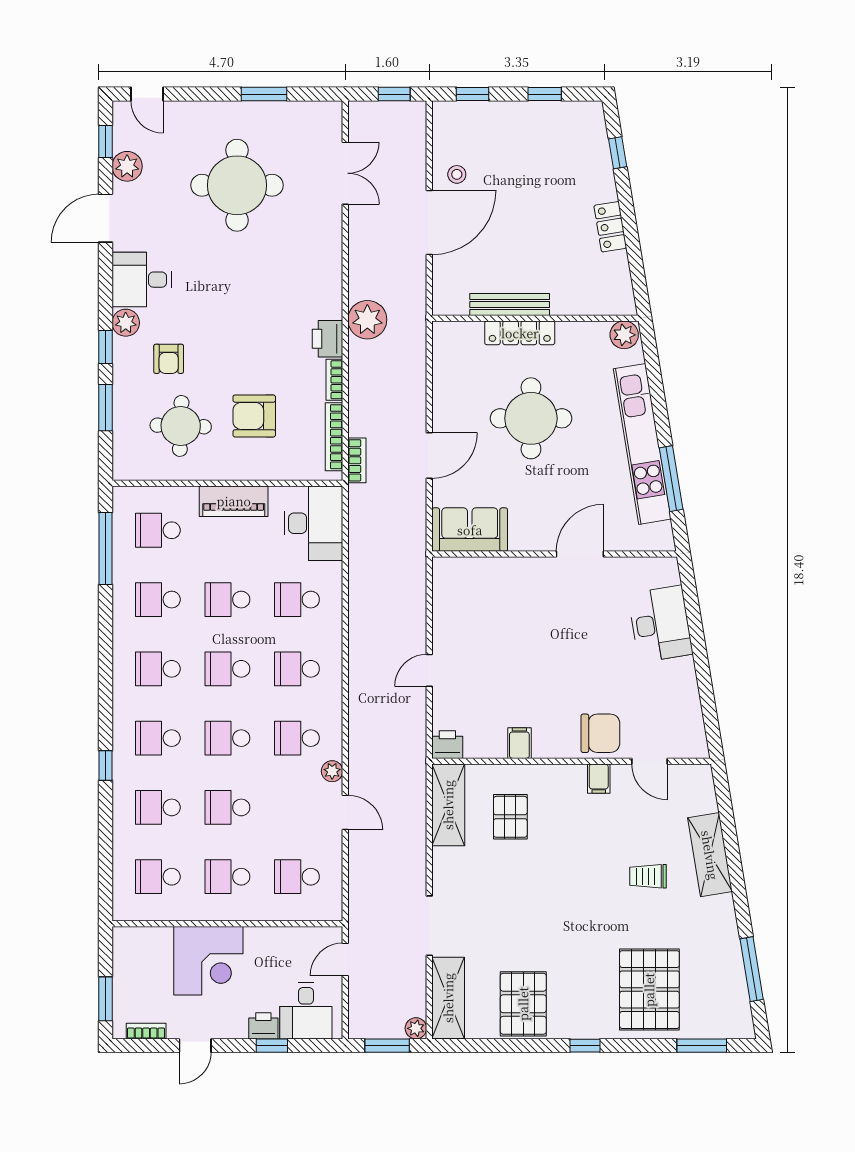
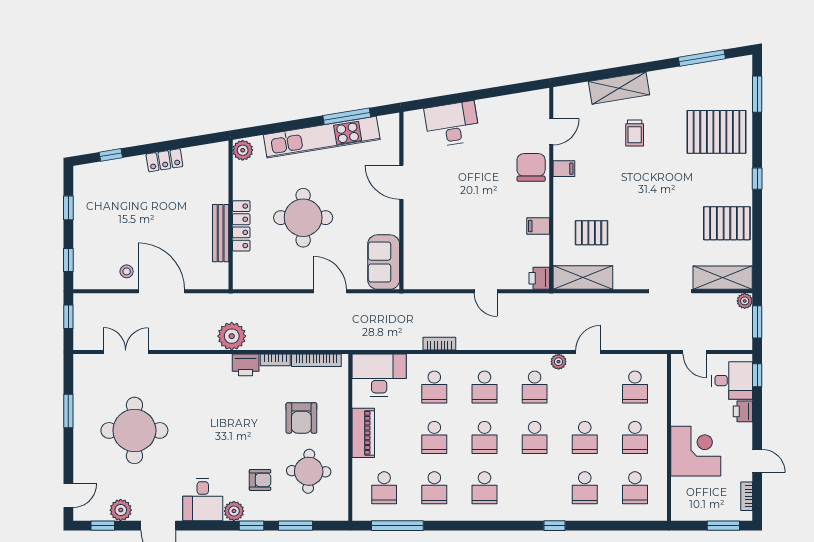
bookcase: (357, 460) -> (439, 344), moved
school desk: (158, 738) -> (535, 488), removed
window: (272, 1046) -> (757, 375), moved

